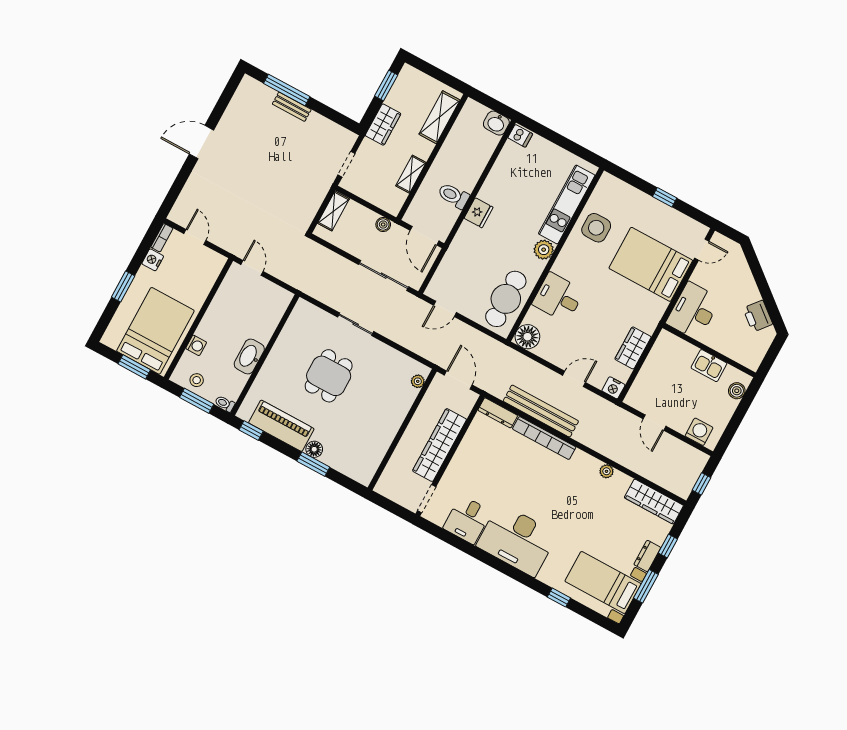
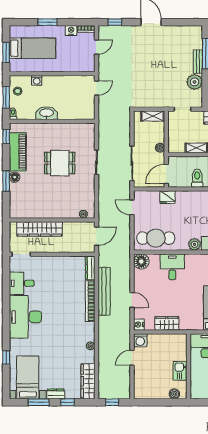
plant: (318, 127) -> (194, 82), added
window: (174, 192) -> (115, 22), added
fridge: (479, 213) -> (168, 197), moved
bed: (155, 331) -> (33, 48), width x0.67
washing machine: (699, 432) -> (140, 340), moved, turned 90
wardrobe: (440, 445) -> (40, 229), moved, turned 180

